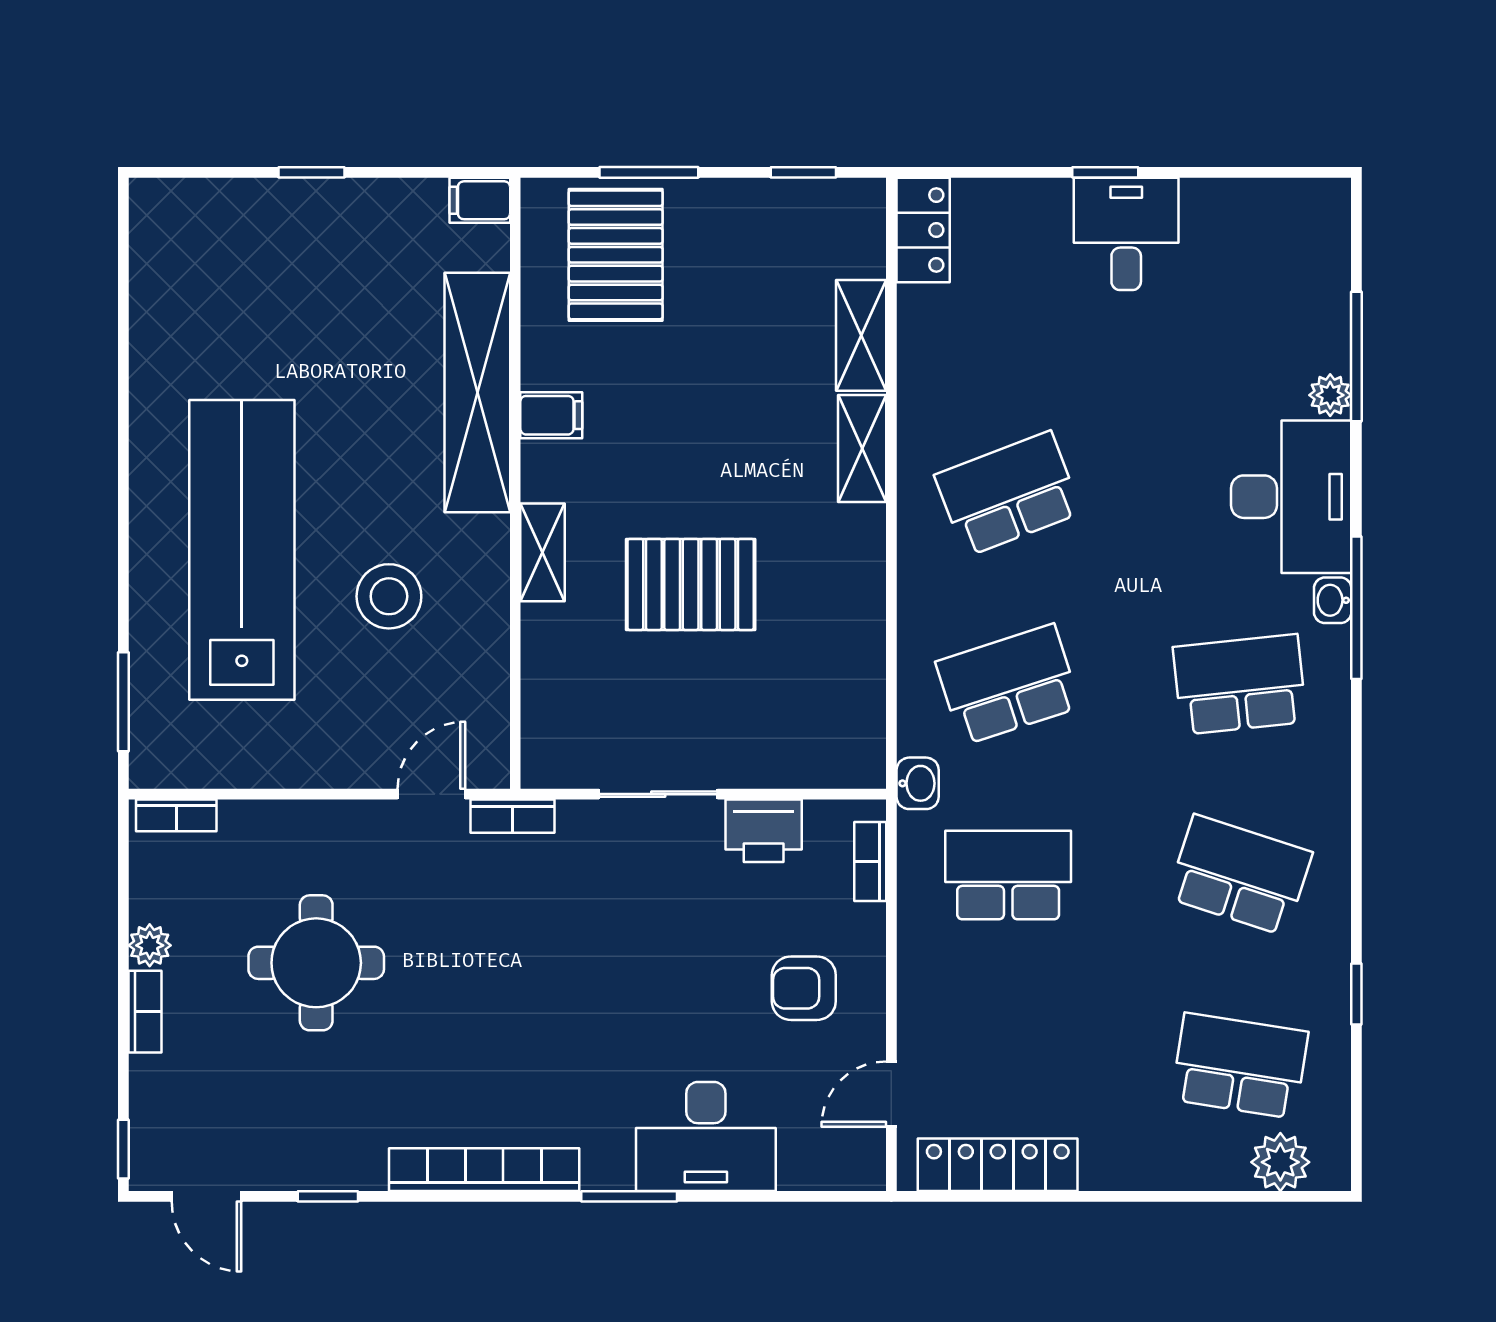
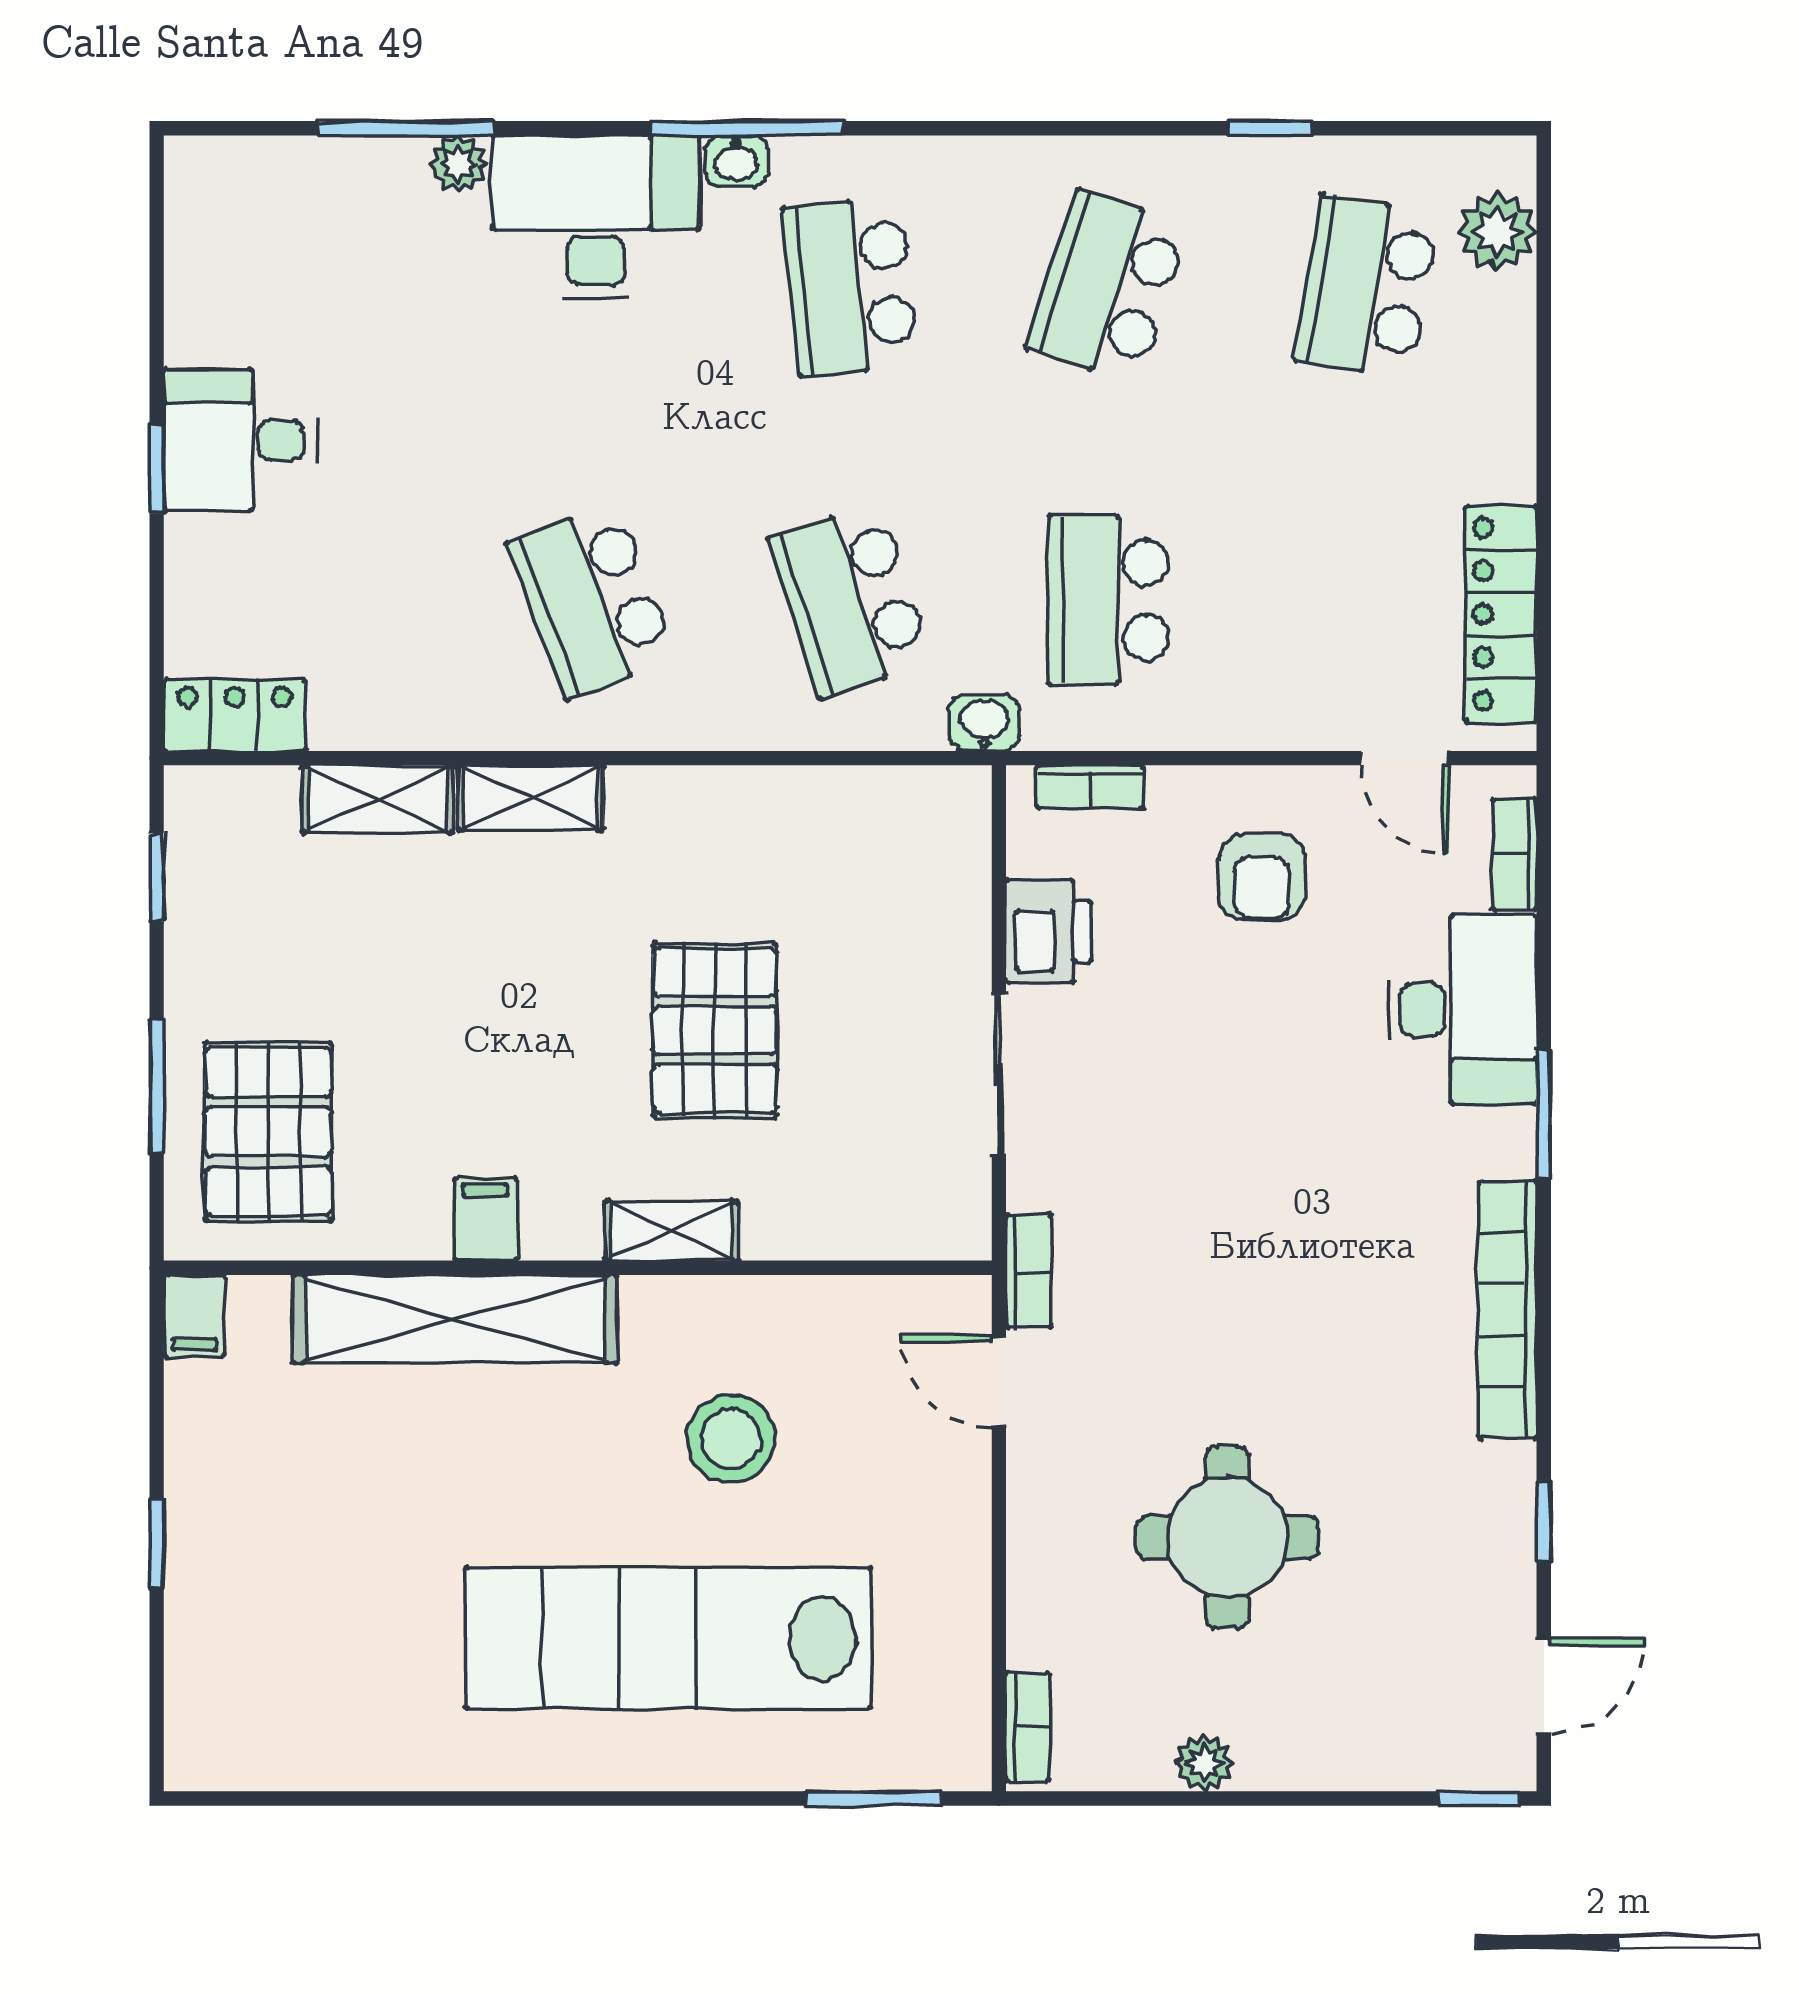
pallet: (616, 255) -> (268, 1132), turned 90
bookcase: (145, 1012) -> (1515, 854), moved, turned -90

